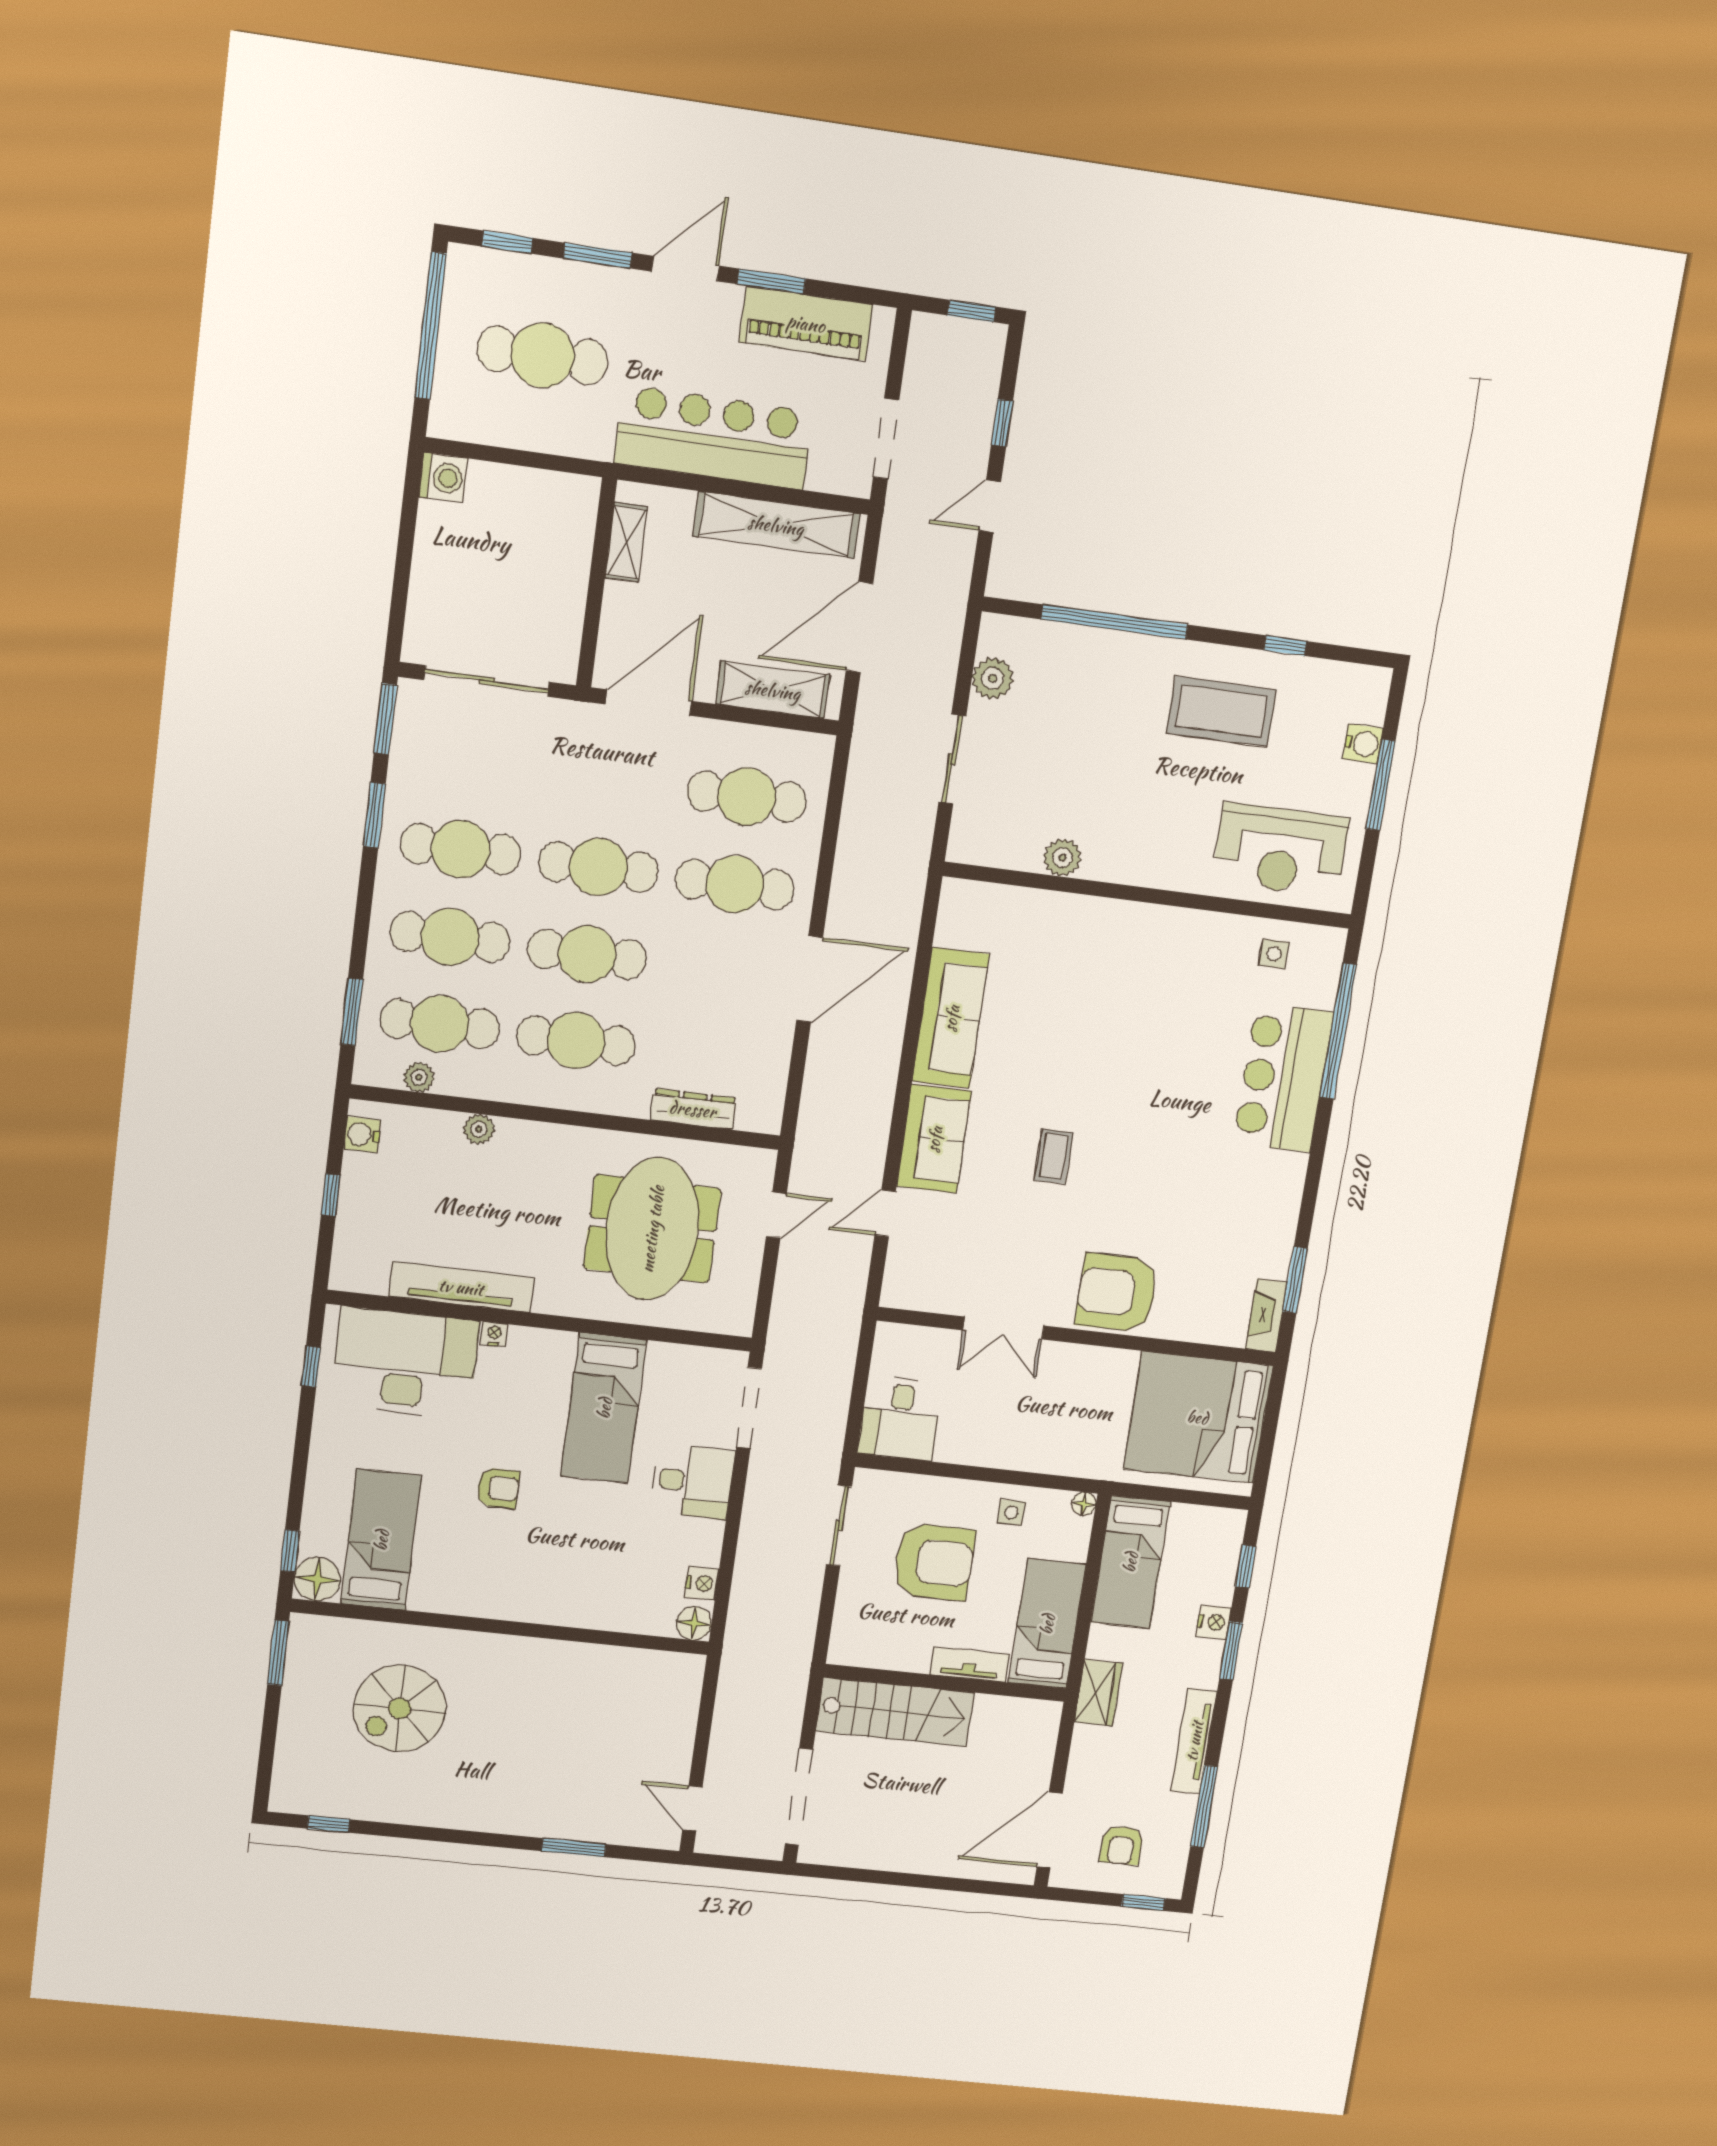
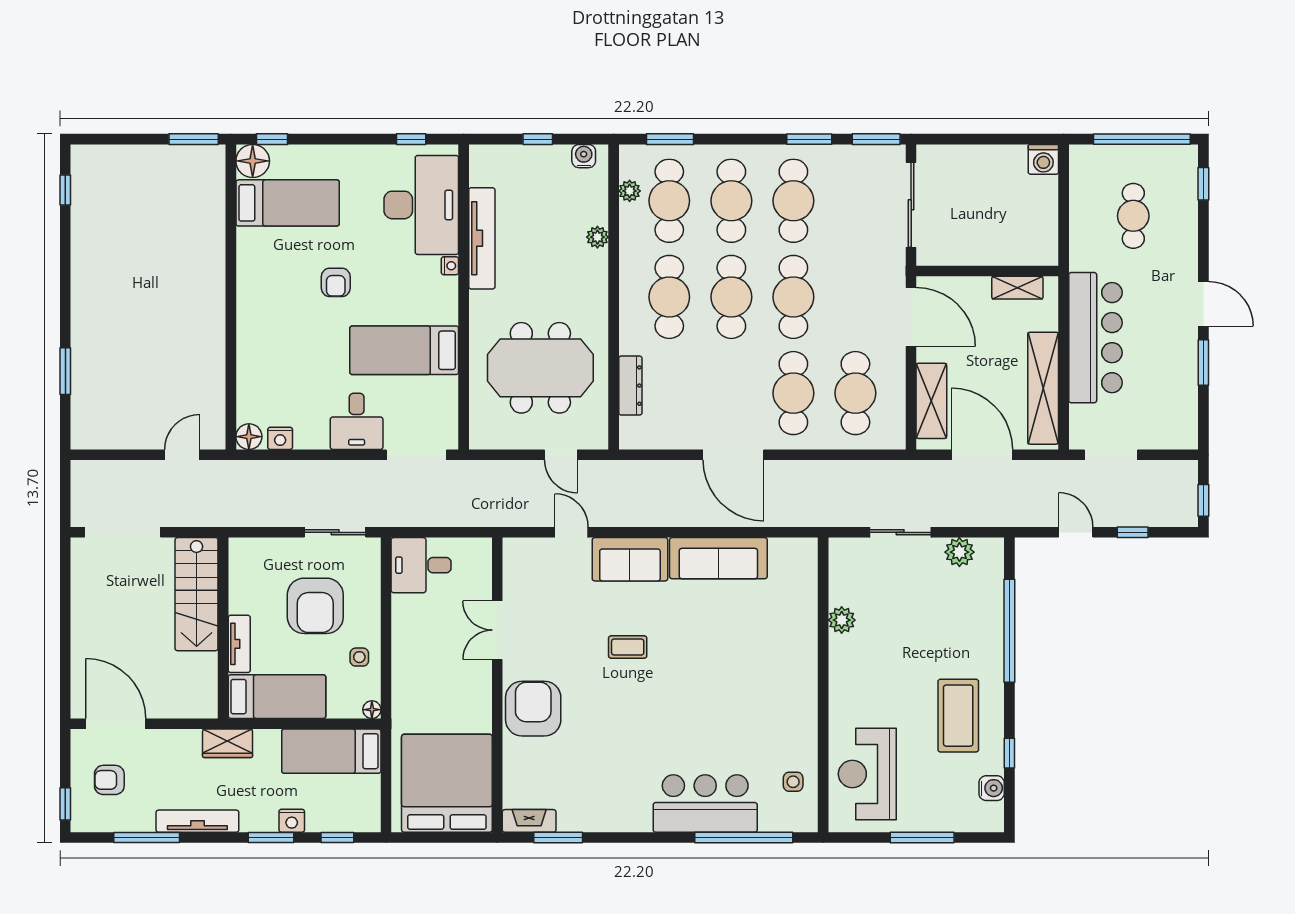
window: (598, 256) -> (1203, 244), removed
piano: (806, 323) -> (1179, 390), removed
cafe table: (543, 355) -> (1133, 216), width x0.73, depth x0.74
water cooler: (1363, 744) -> (992, 788), moved, turned -90
spiral stairs: (400, 1708) -> (160, 231), removed
door: (692, 1808) -> (182, 455), moved

